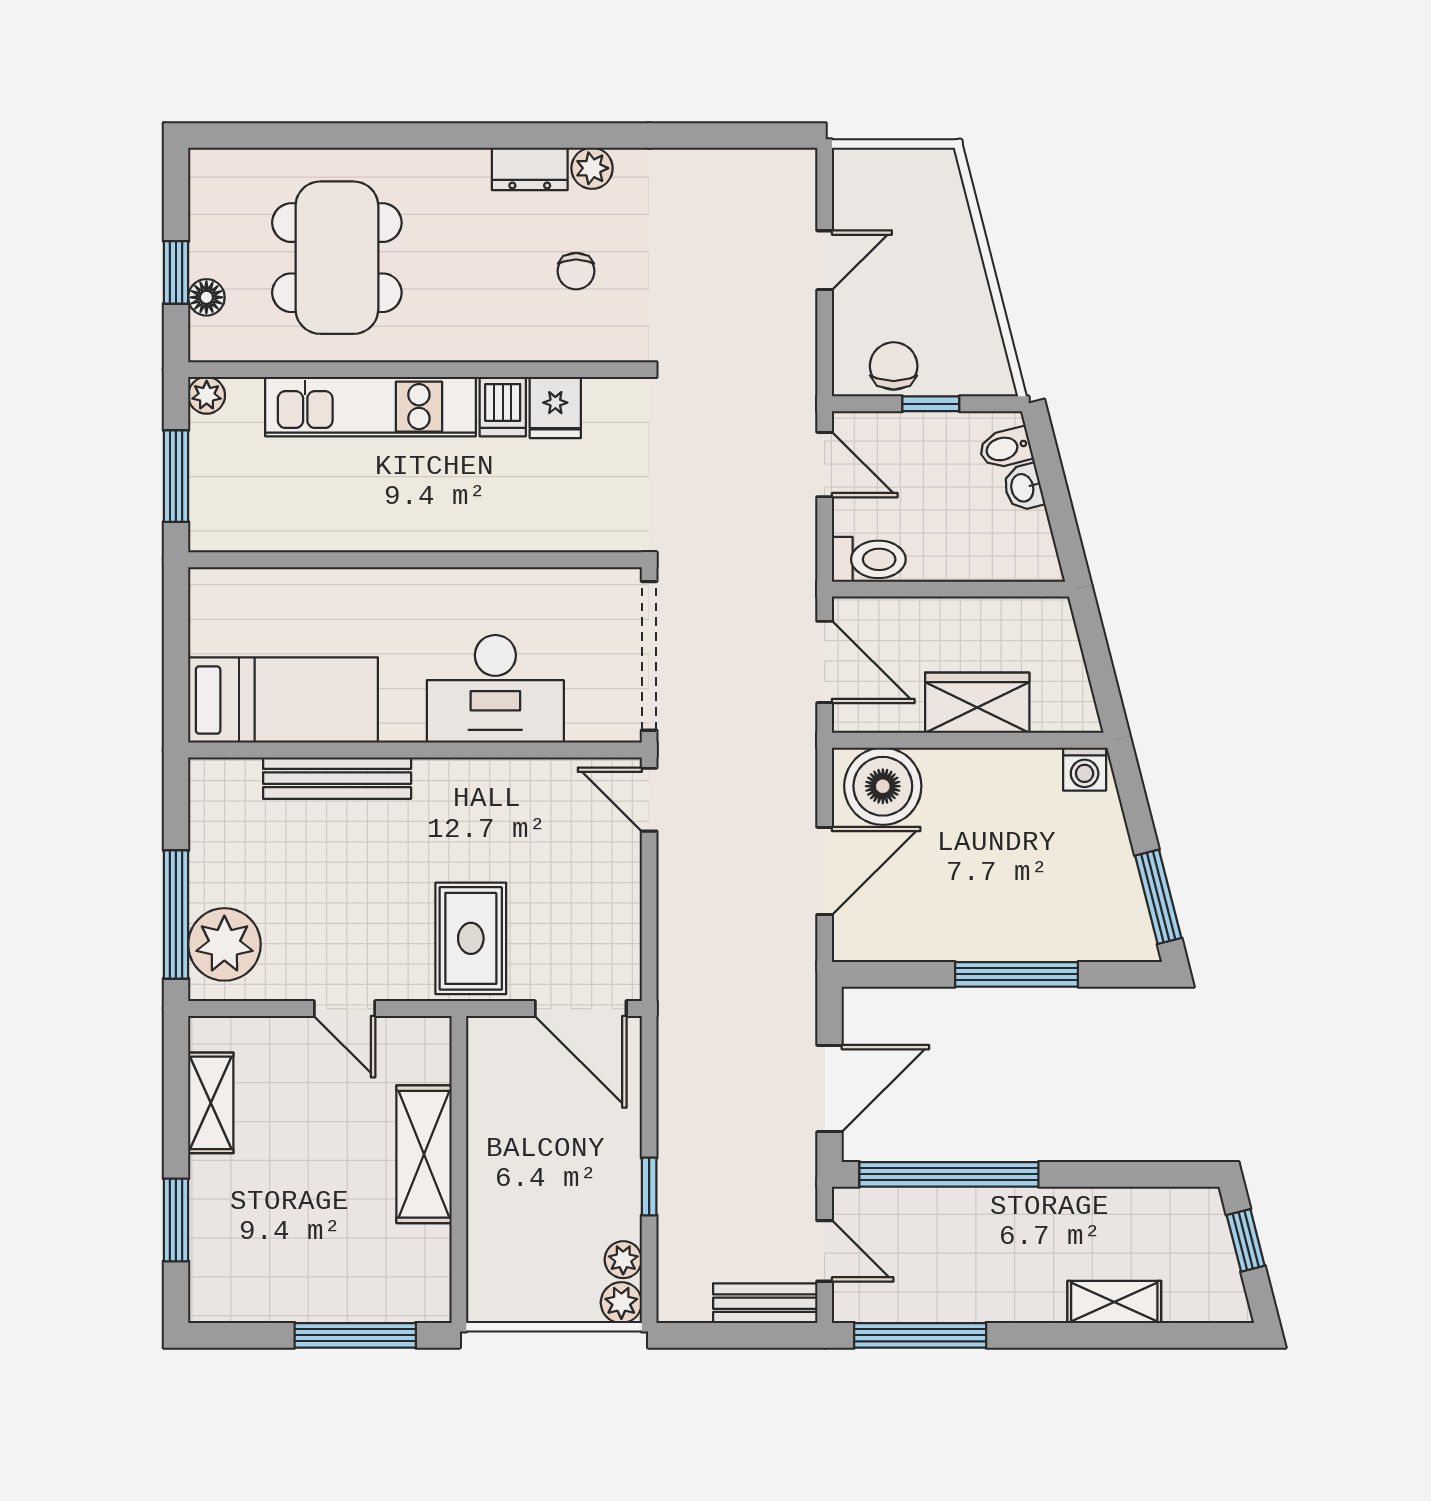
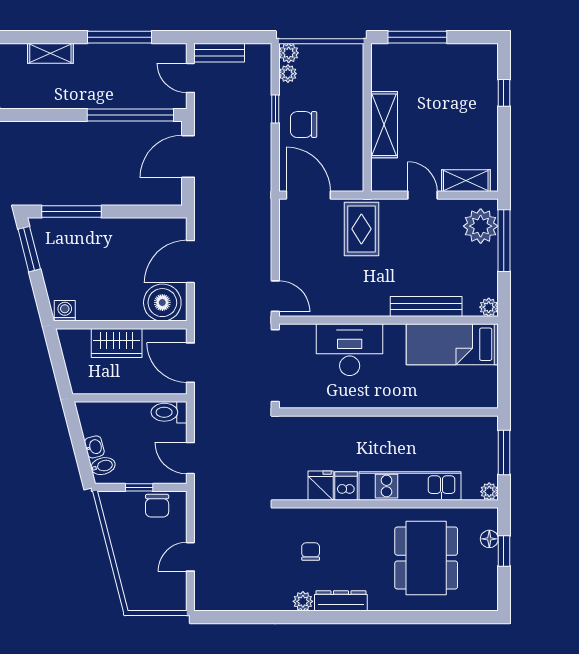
dresser: (530, 169) -> (341, 601), width x1.44
plant: (208, 777) -> (489, 307), added
window: (1017, 974) -> (72, 212), moved
shelving: (211, 1103) -> (466, 181), moved, turned 90
chair: (590, 1155) -> (304, 125), added
window: (176, 1220) -> (504, 93), width x0.67
window: (920, 1335) -> (120, 37), moved

